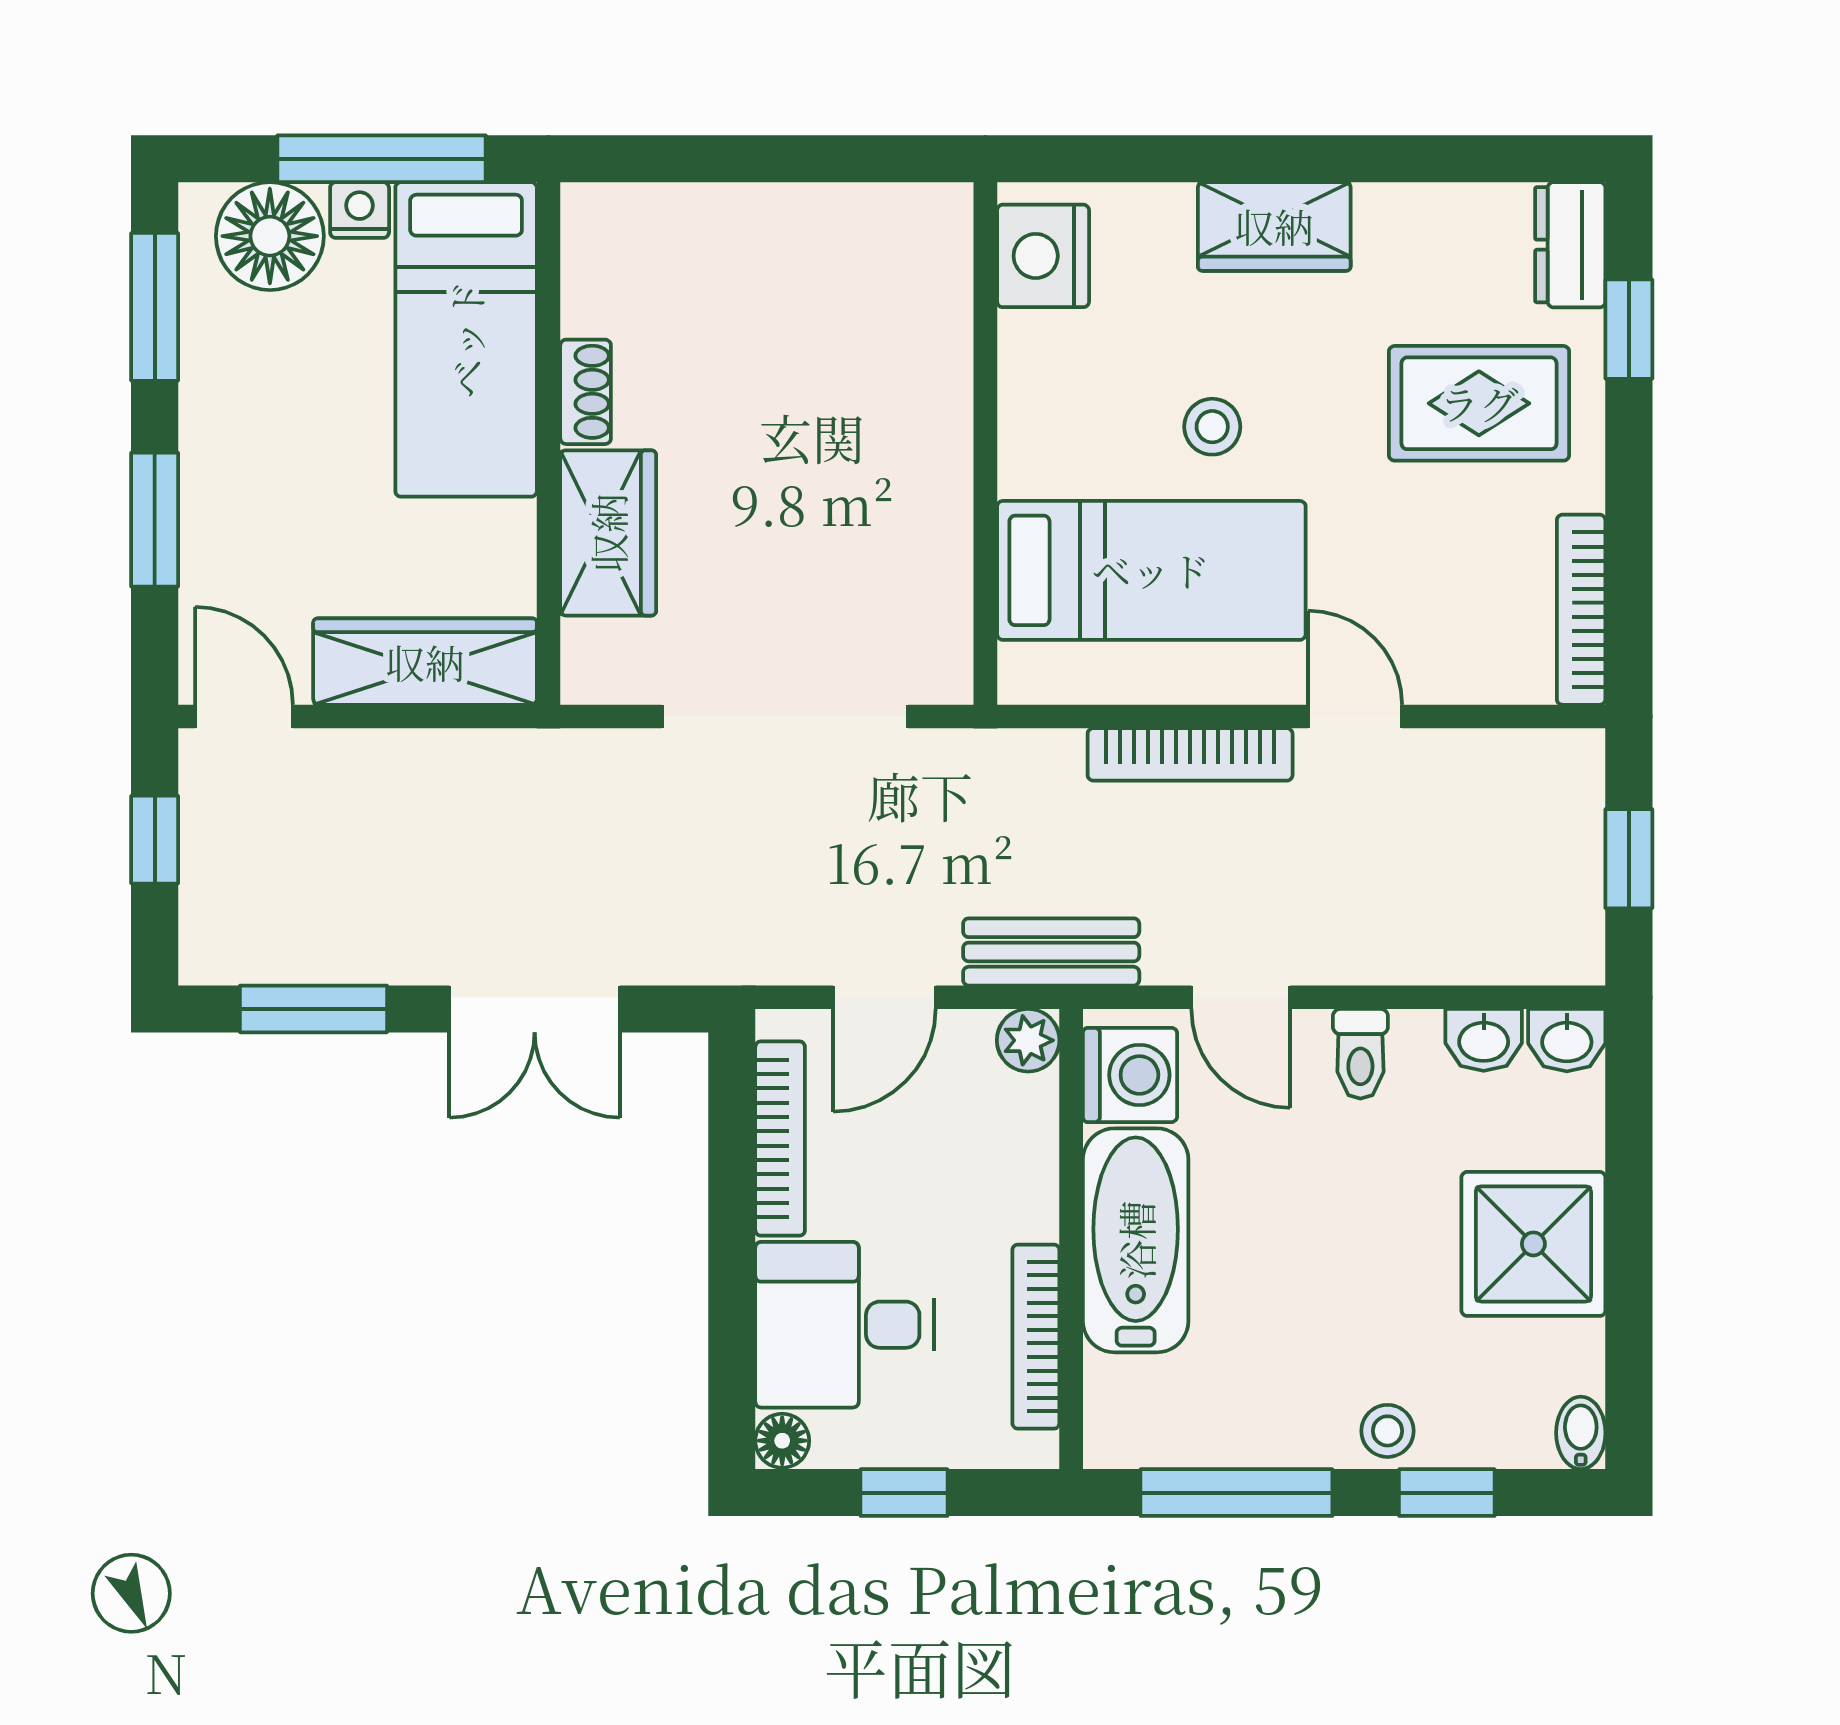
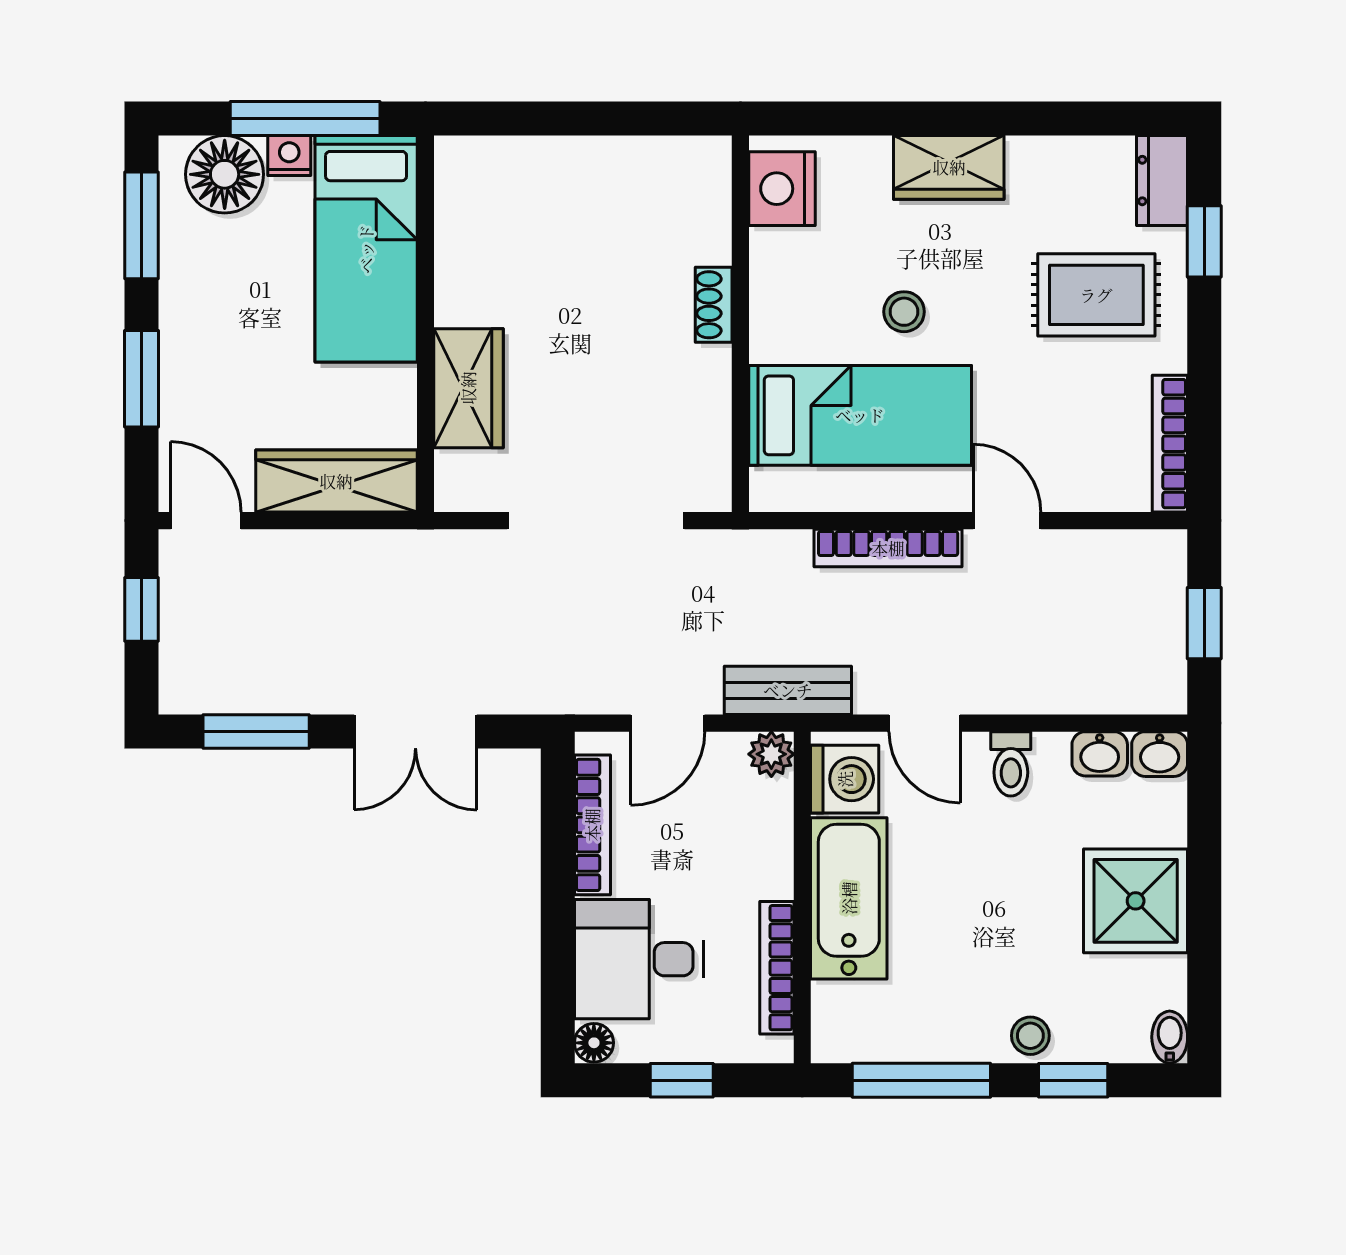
shoe rack: (586, 392) -> (714, 305), moved, turned 180

